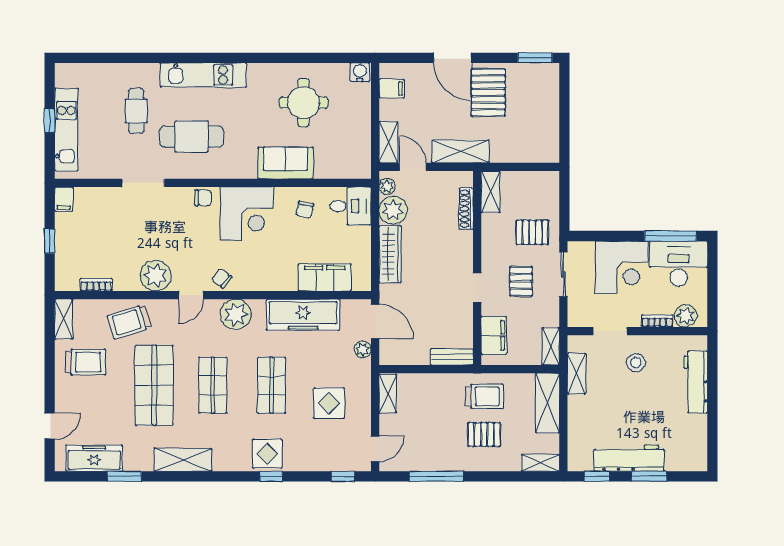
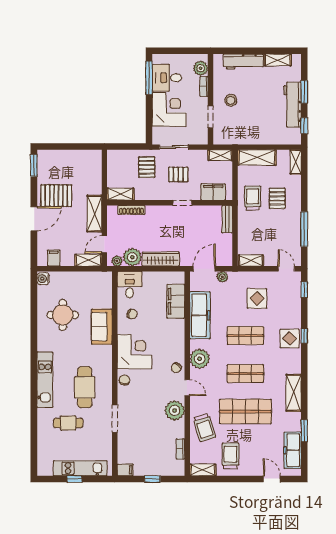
desk: (679, 264) -> (167, 78), width x0.73
shelving: (577, 374) -> (278, 60), moved

